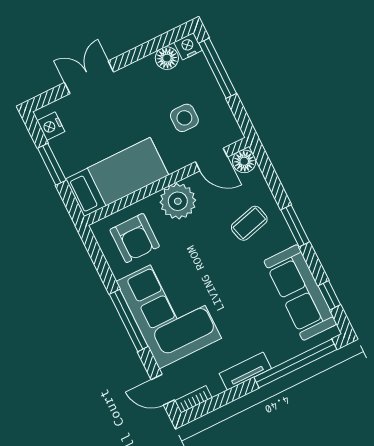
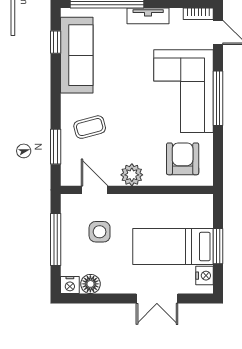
window: (218, 68) -> (56, 239), moved
floor lamp: (244, 161) -> (70, 176), removed
bed: (117, 177) -> (173, 247), moved
plant: (178, 201) -> (132, 175), width x0.73, depth x0.73
window: (295, 226) -> (56, 147), moved

